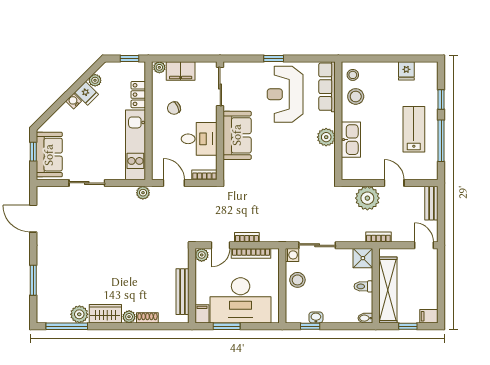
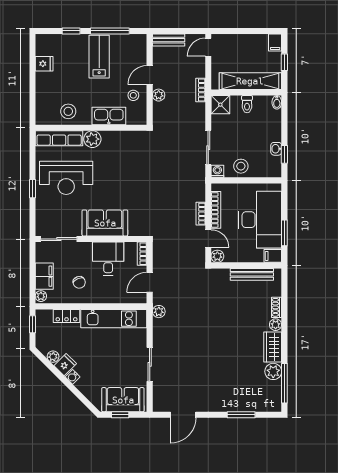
stool: (353, 75) -> (133, 95), moved
lab bench: (414, 129) -> (99, 57), turned 90
plant: (326, 137) -> (92, 139), moved
plant: (367, 198) -> (159, 95), width x0.53, depth x0.53

